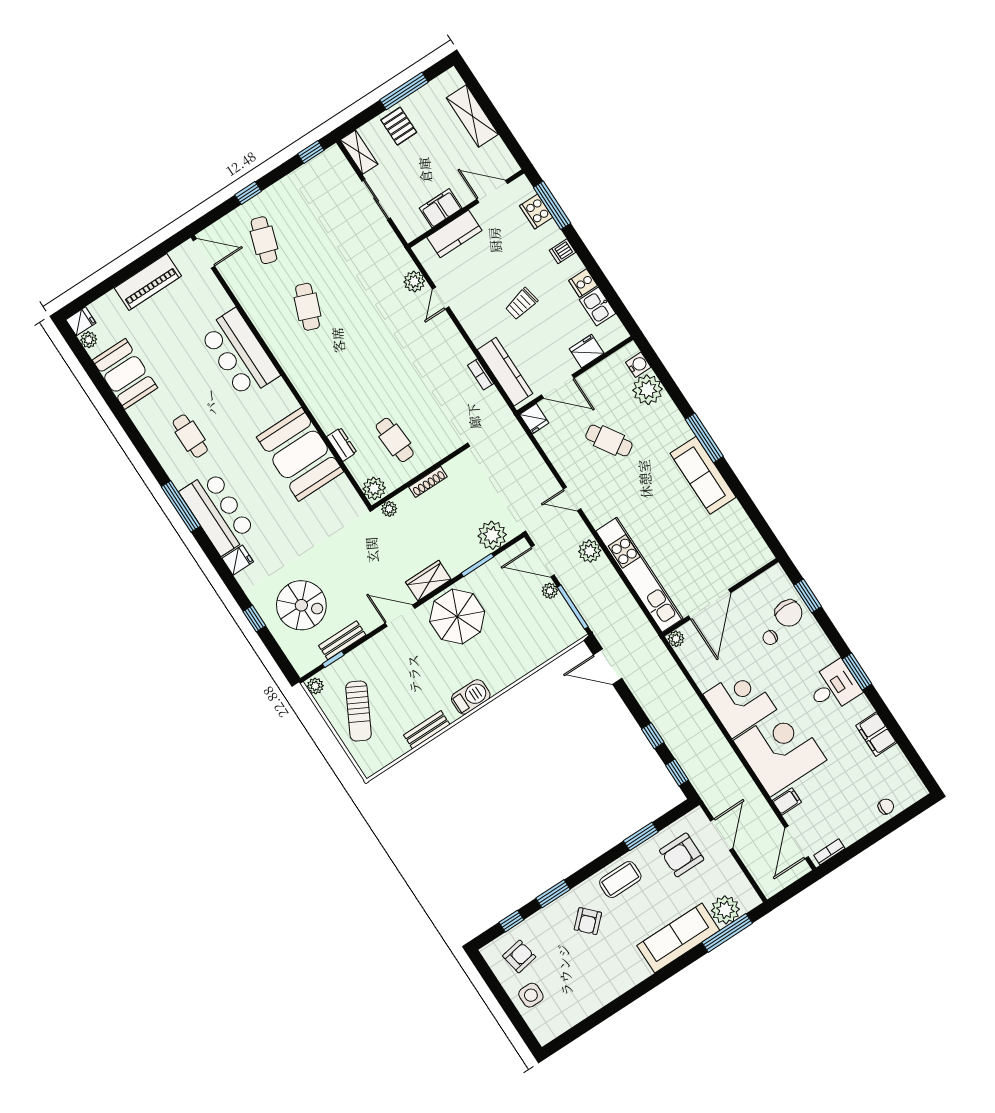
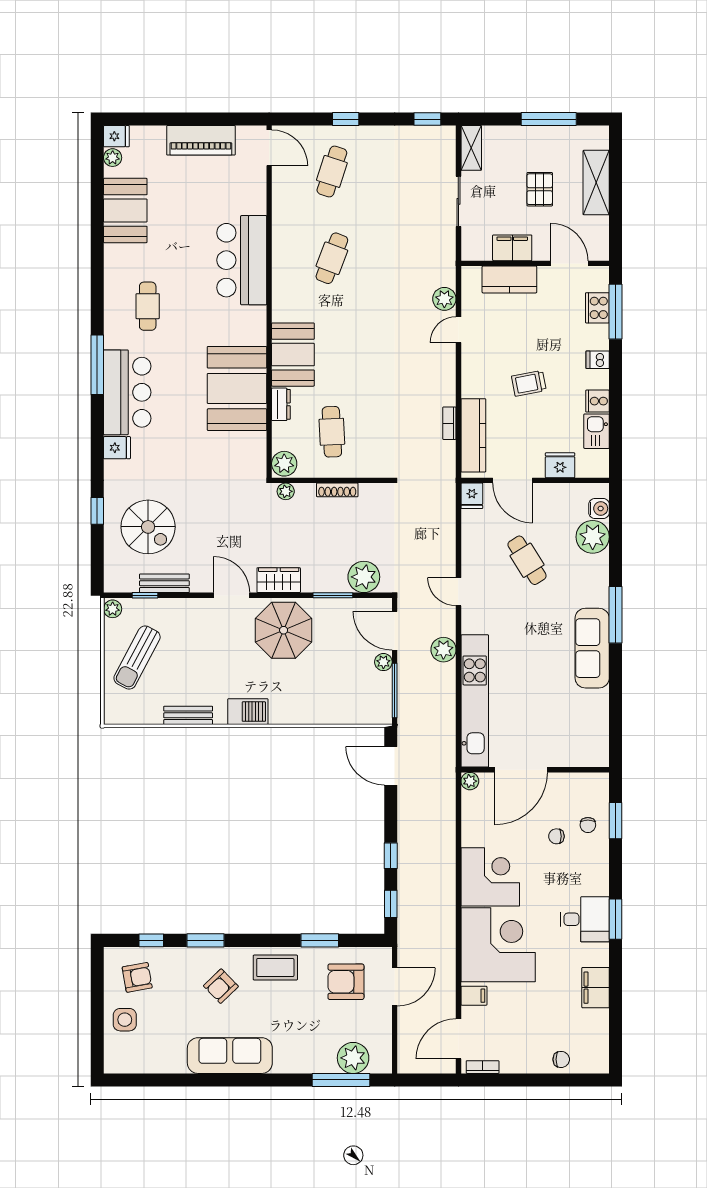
pallet: (399, 126) -> (540, 189), moved
booth: (326, 400) -> (293, 355), added
chair: (789, 613) -> (588, 825), width x0.54, depth x0.54
sofa: (678, 938) -> (230, 1056), moved

